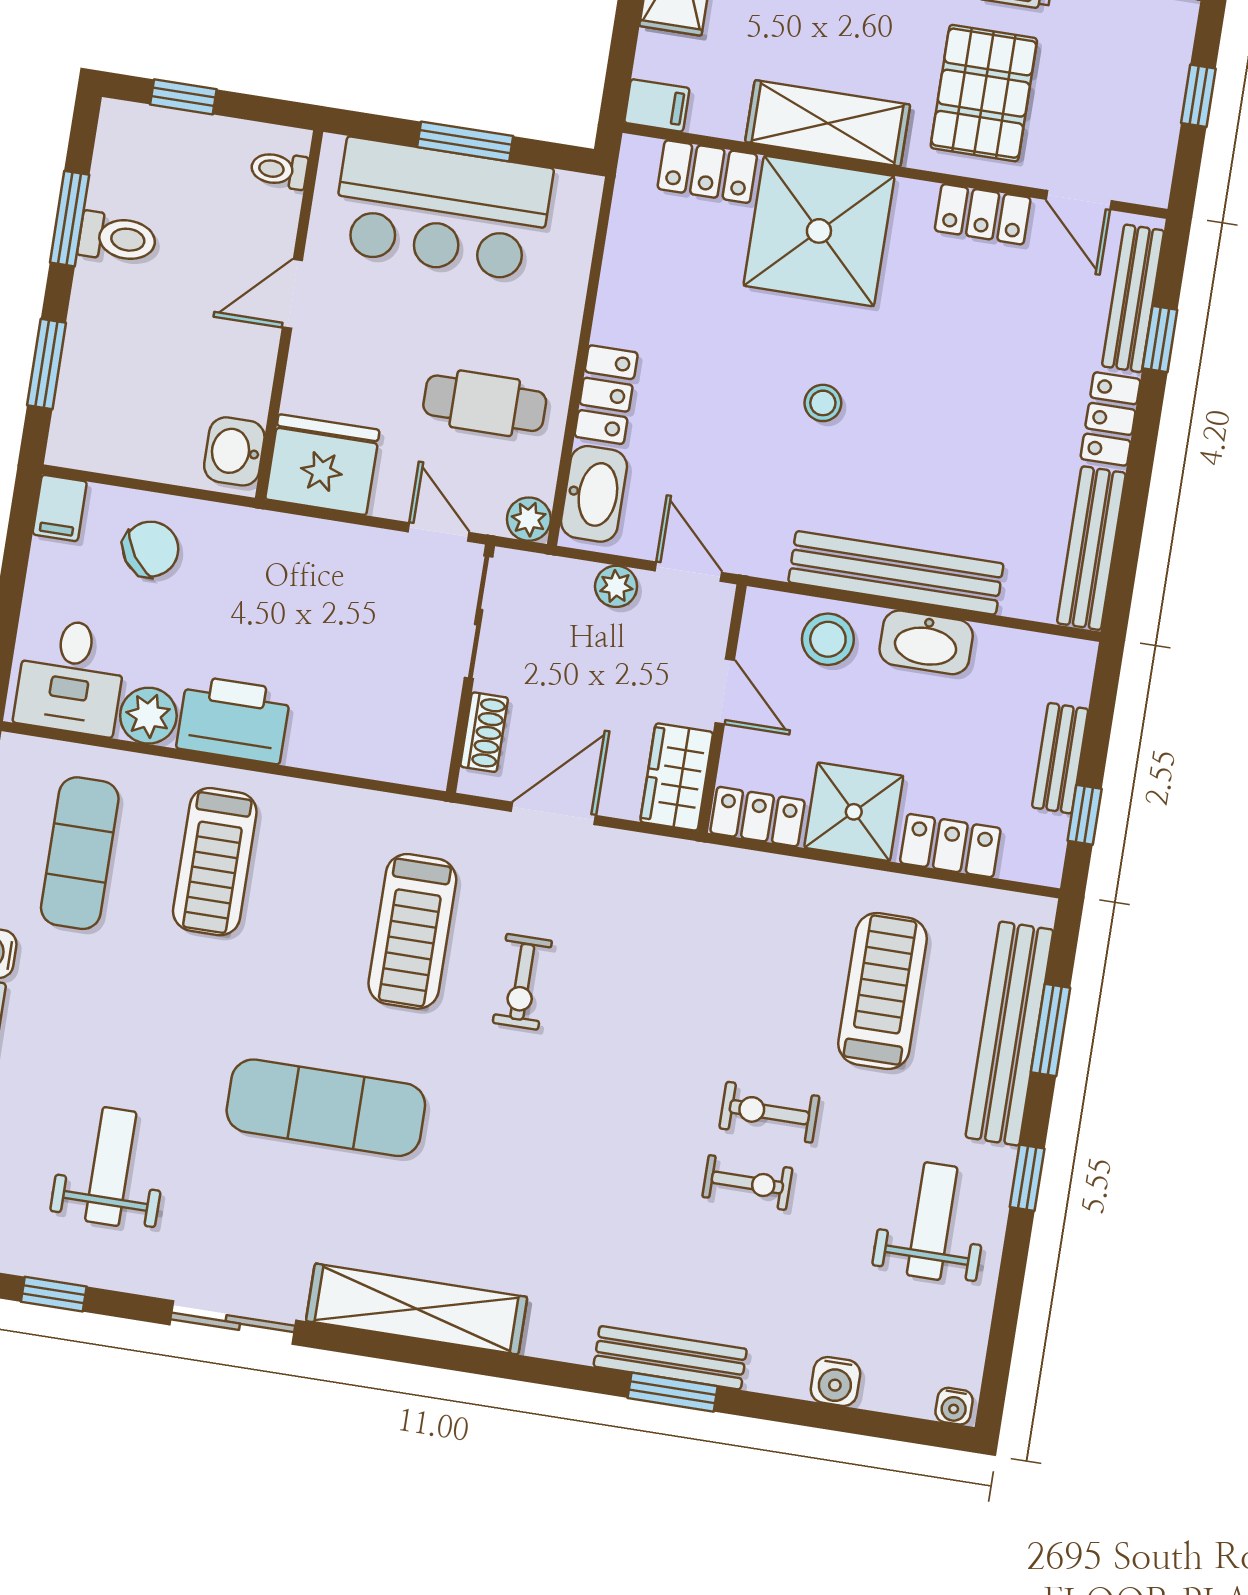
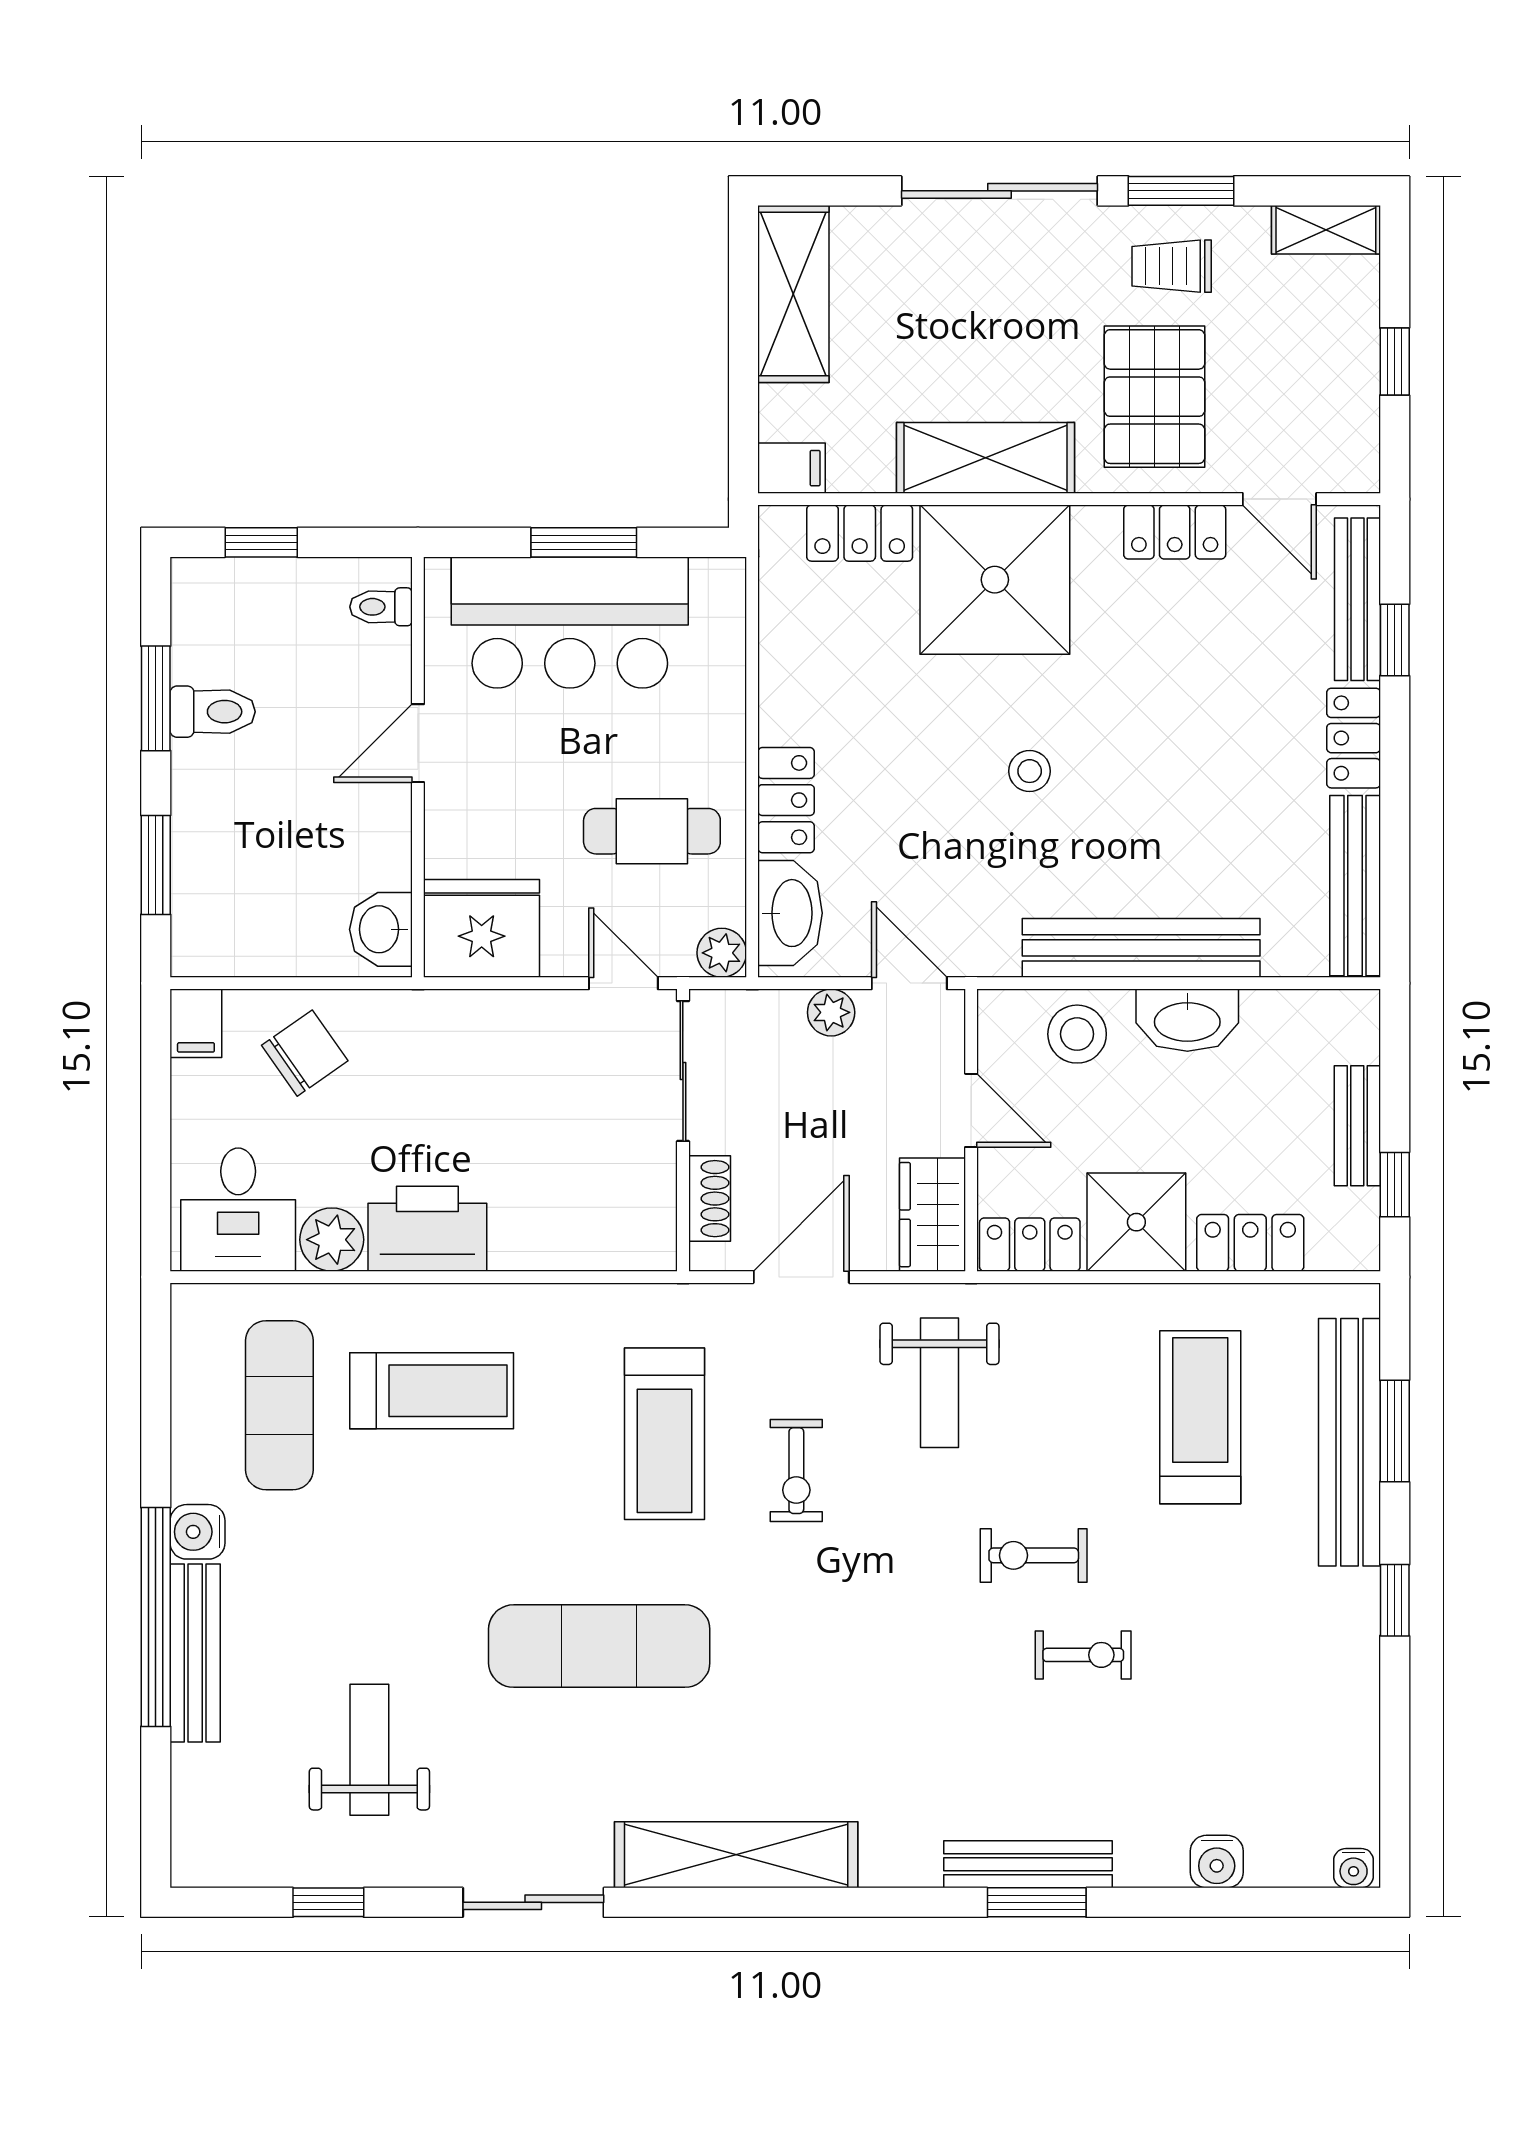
treadmill: (215, 862) -> (432, 1391), turned -90
exercise bike: (769, 1112) -> (1034, 1555), moved
weight bench: (932, 1221) -> (939, 1383), moved, turned 180

